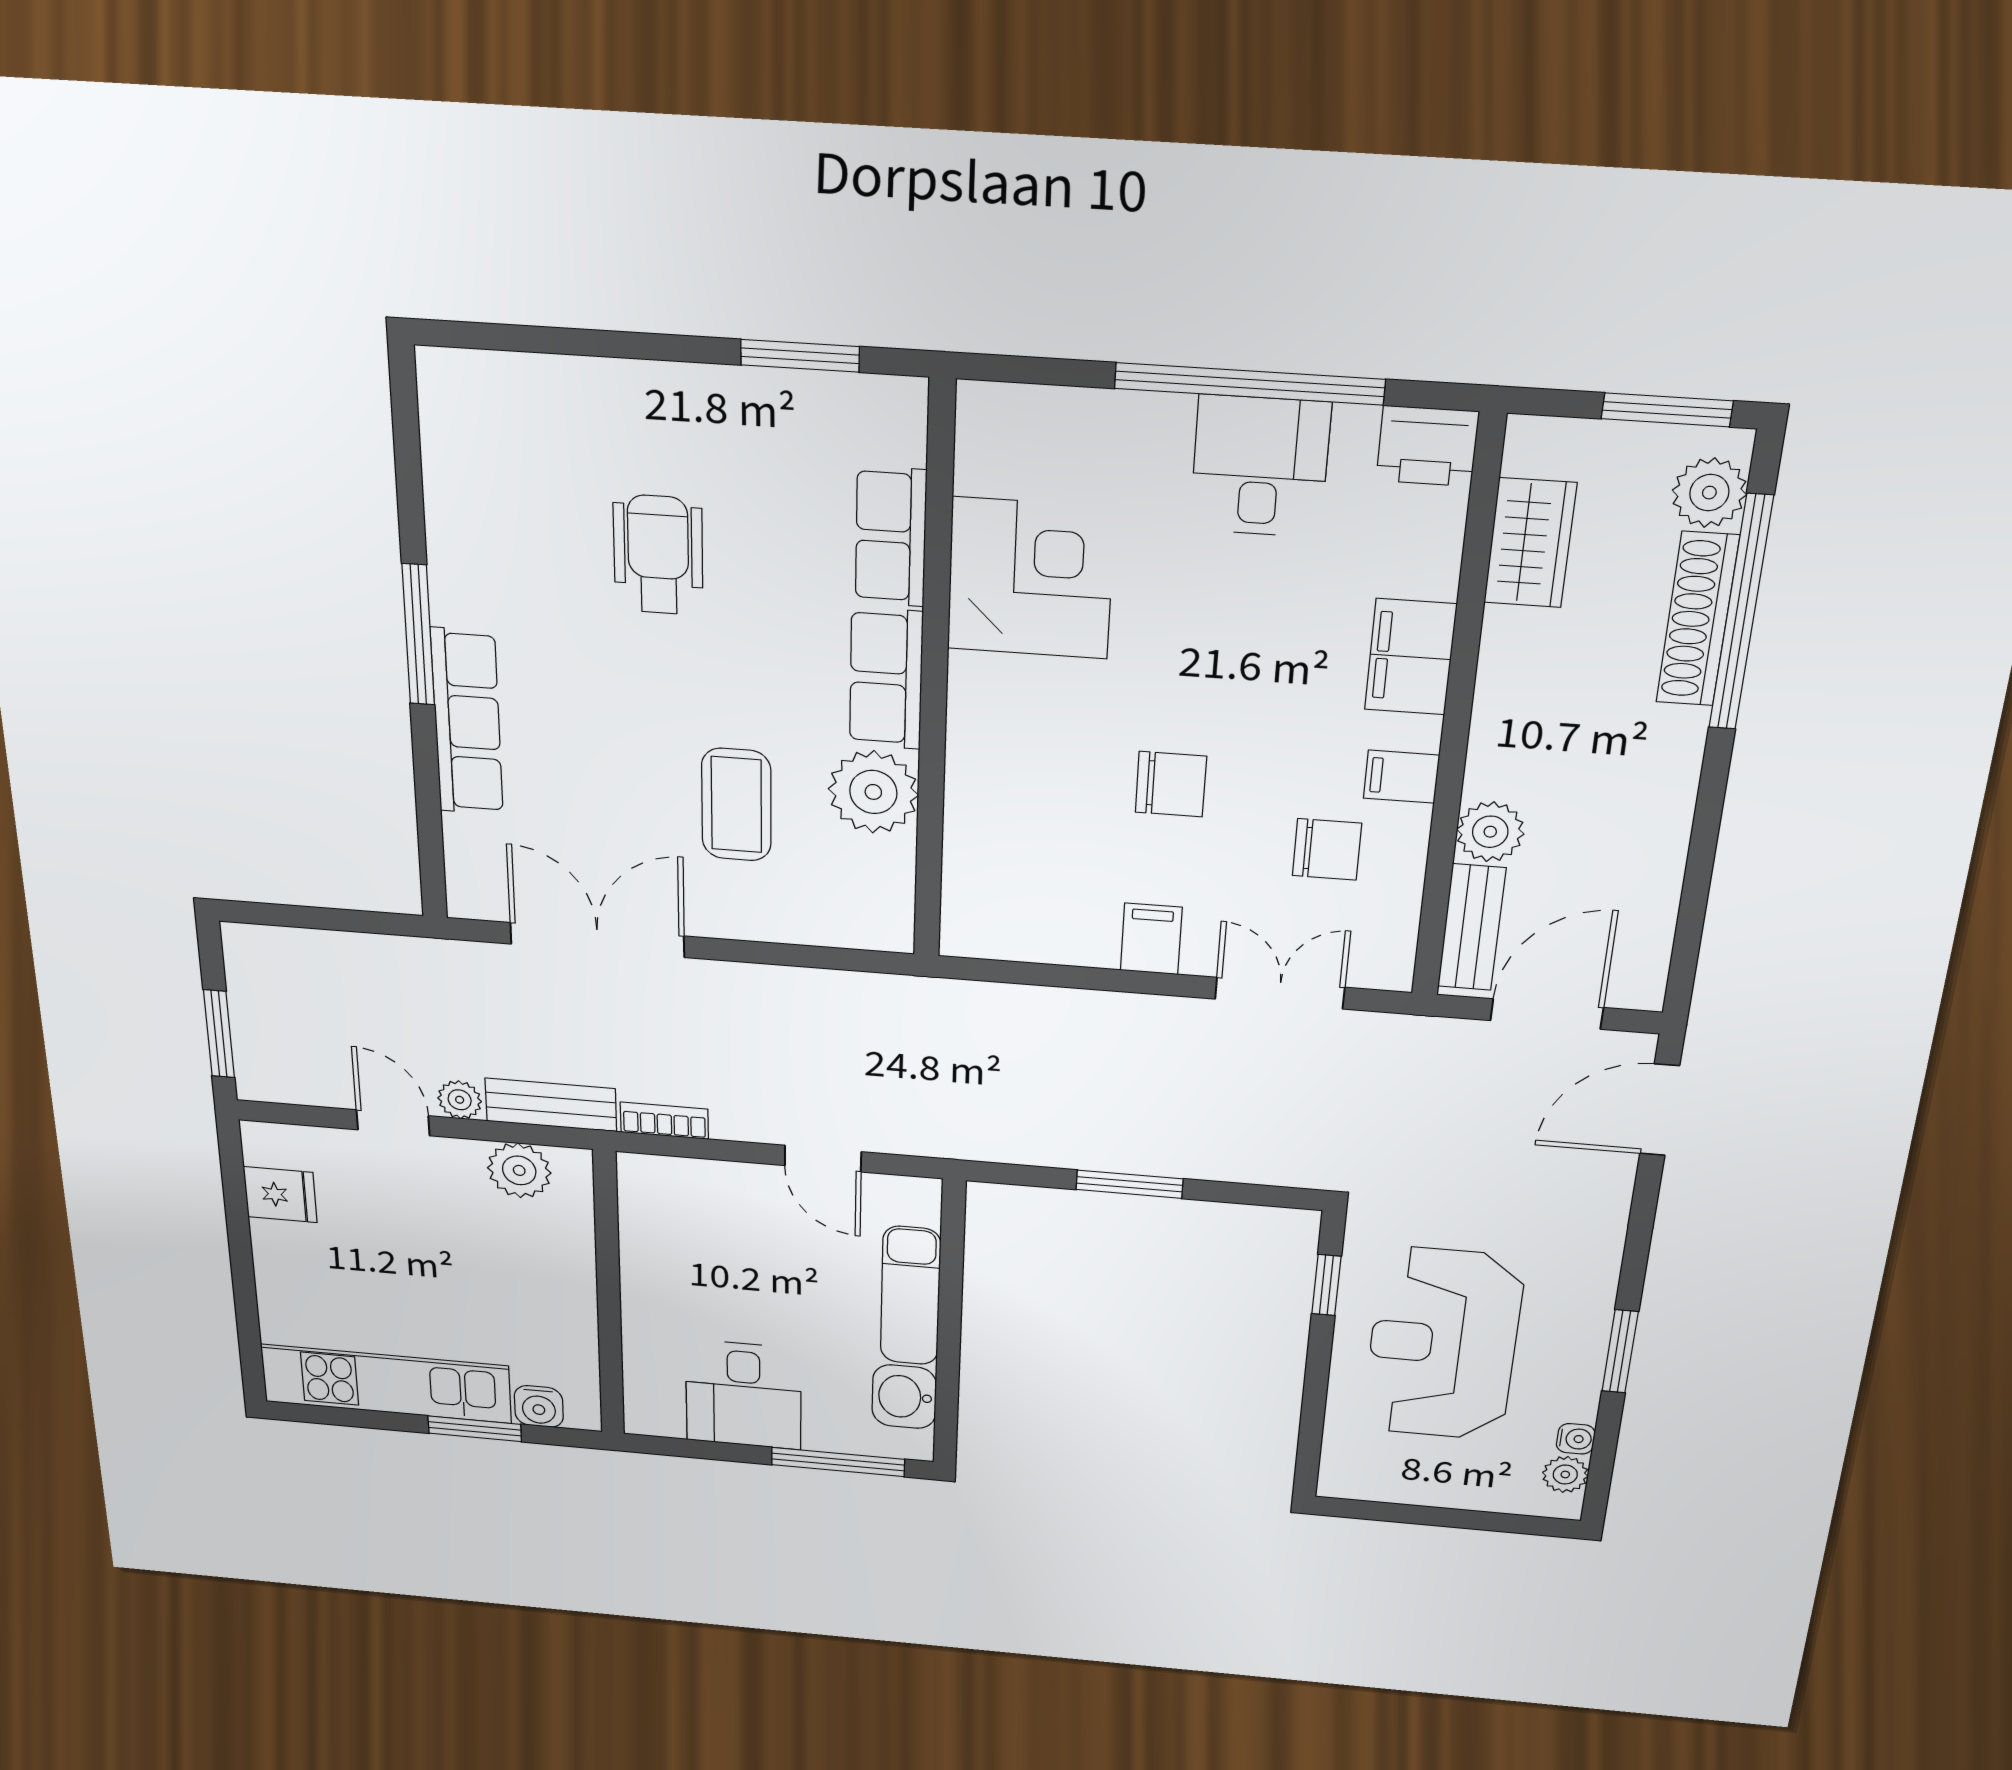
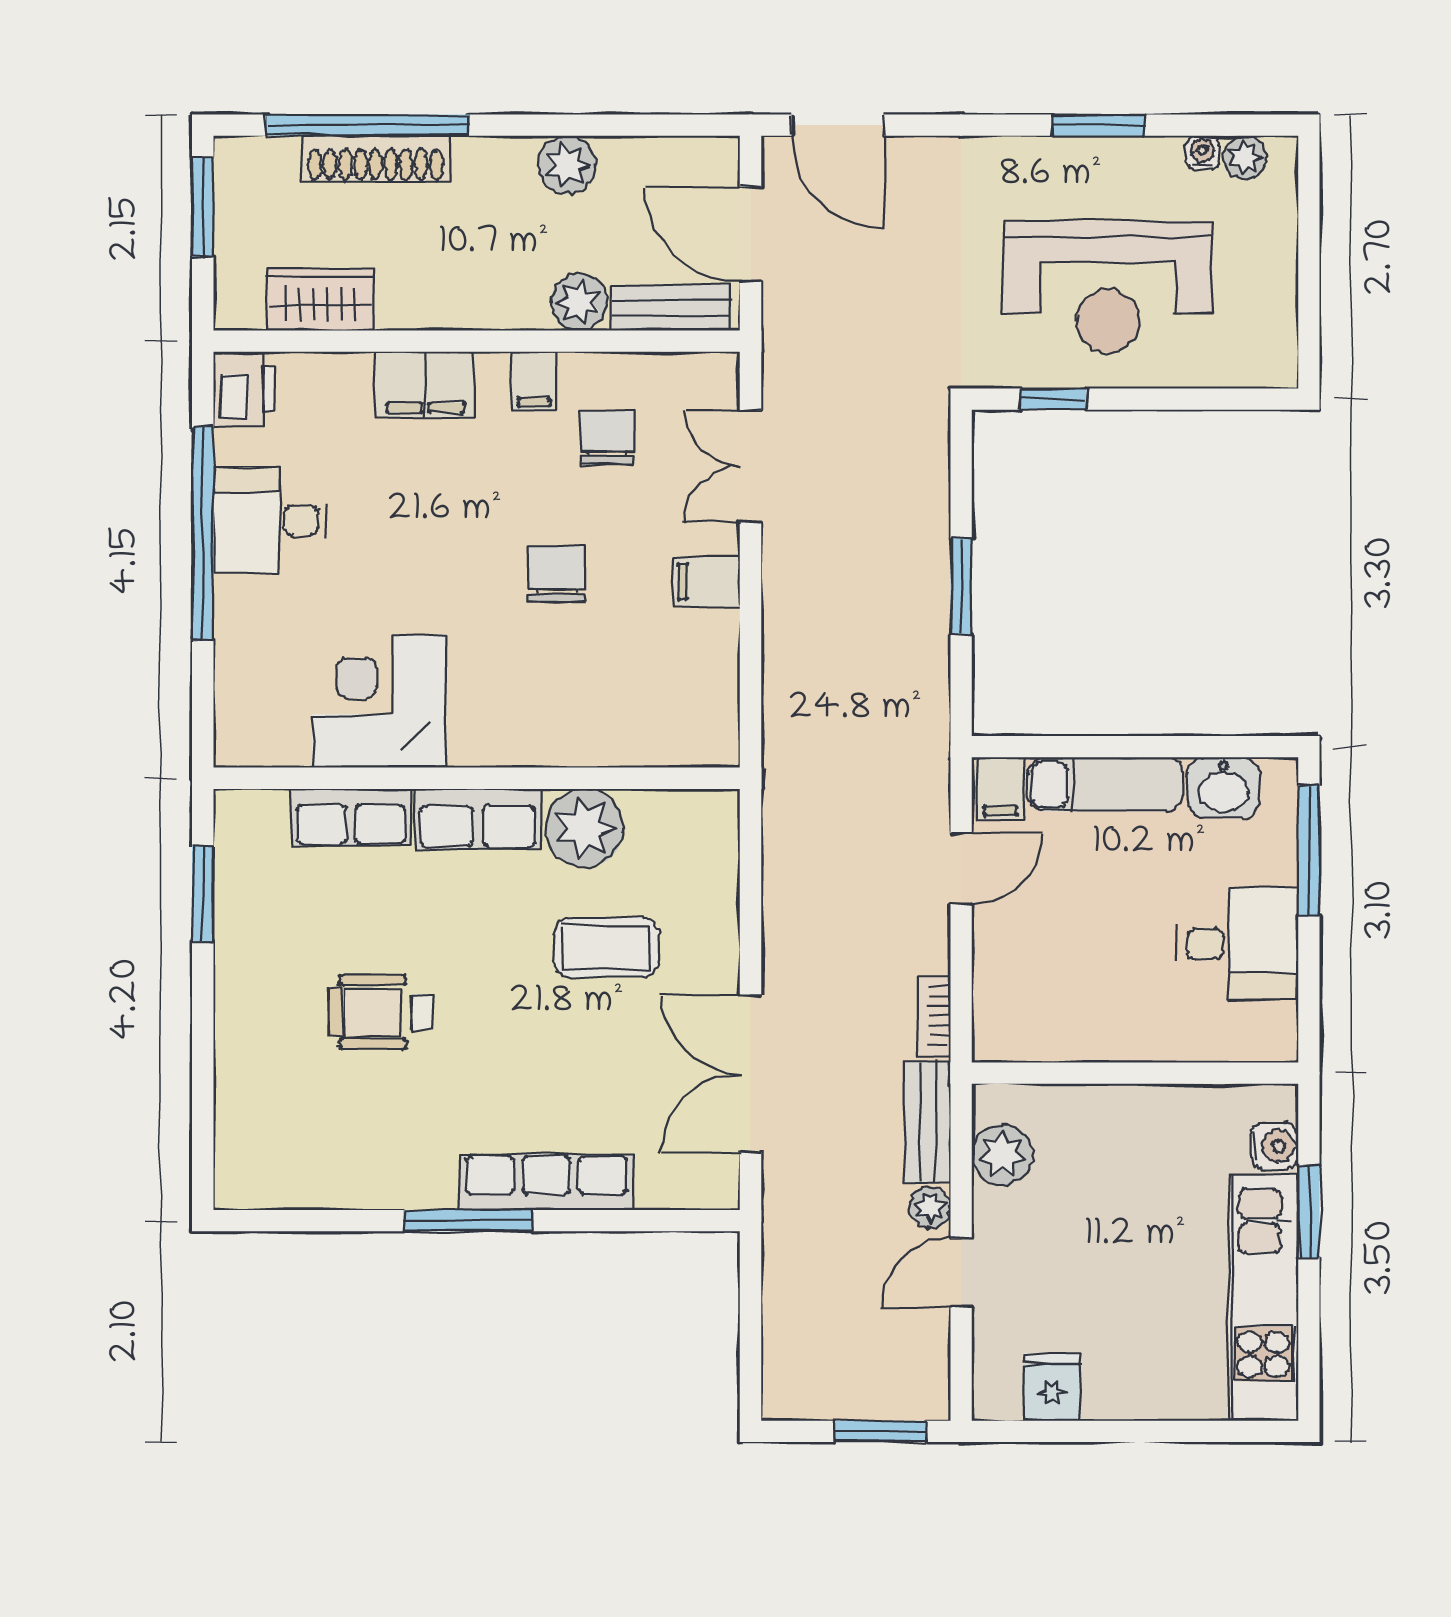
plant: (1709, 493) -> (567, 165), moved
filing cabinet: (908, 1202) -> (1000, 789), added

